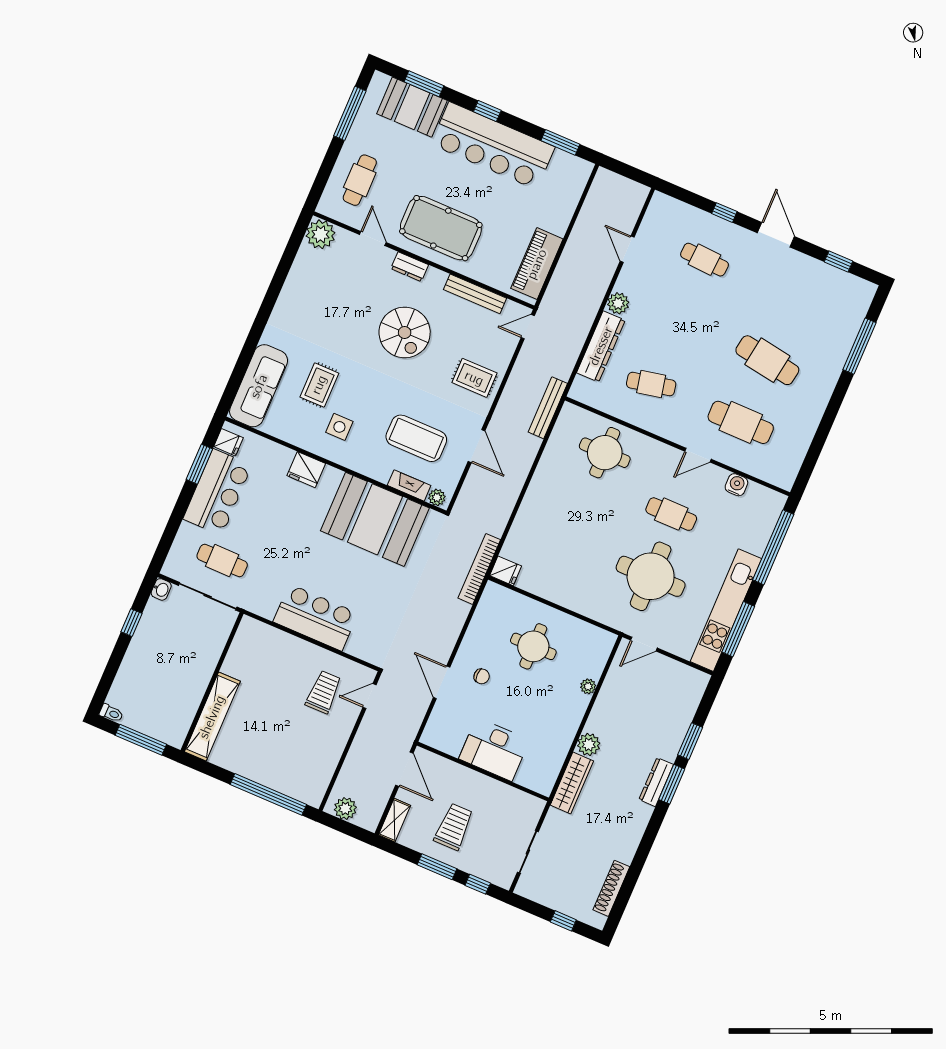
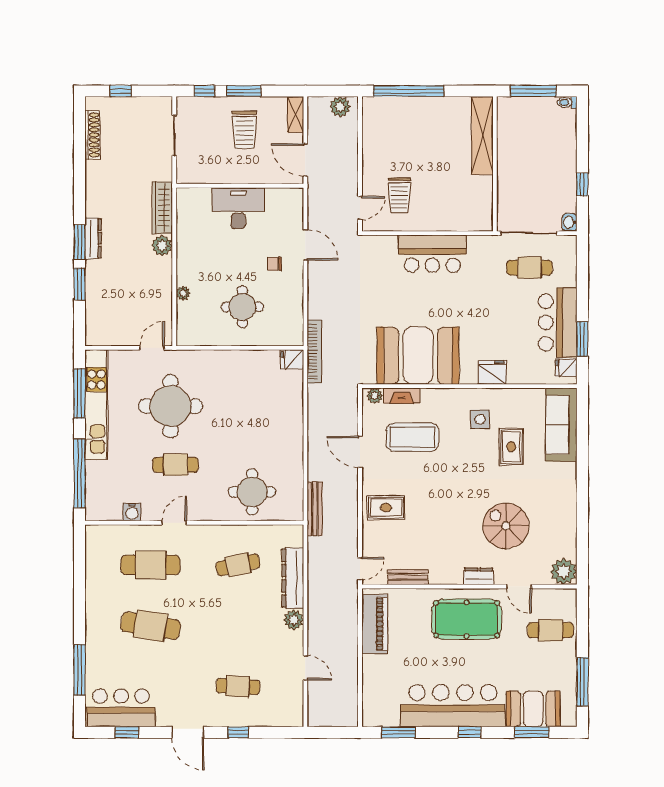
cafe table: (360, 180) -> (550, 630), turned 90
bar counter: (834, 289) -> (121, 708), added
bench: (475, 294) -> (408, 577), width x0.73
spiral stairs: (405, 332) -> (506, 526), moved

